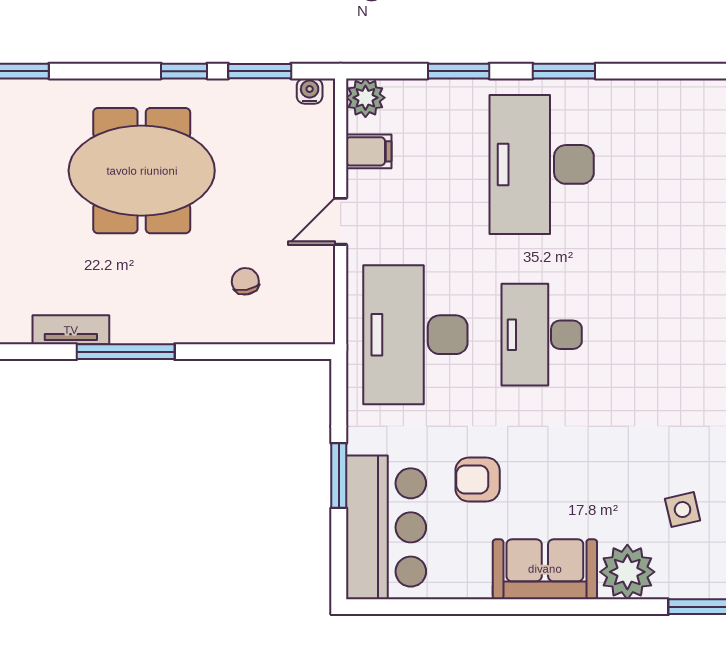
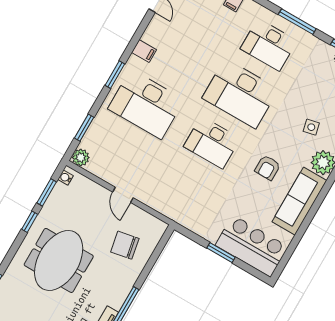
window: (459, 71) -> (84, 128), moved
filing cabinet: (369, 151) -> (144, 51), moved, turned 90
chair: (245, 281) -> (125, 245), width x1.87, depth x1.87
desk: (415, 335) -> (240, 94), moved
armchair: (478, 479) -> (268, 168), moved
sofa: (545, 569) -> (299, 201), width x1.36

